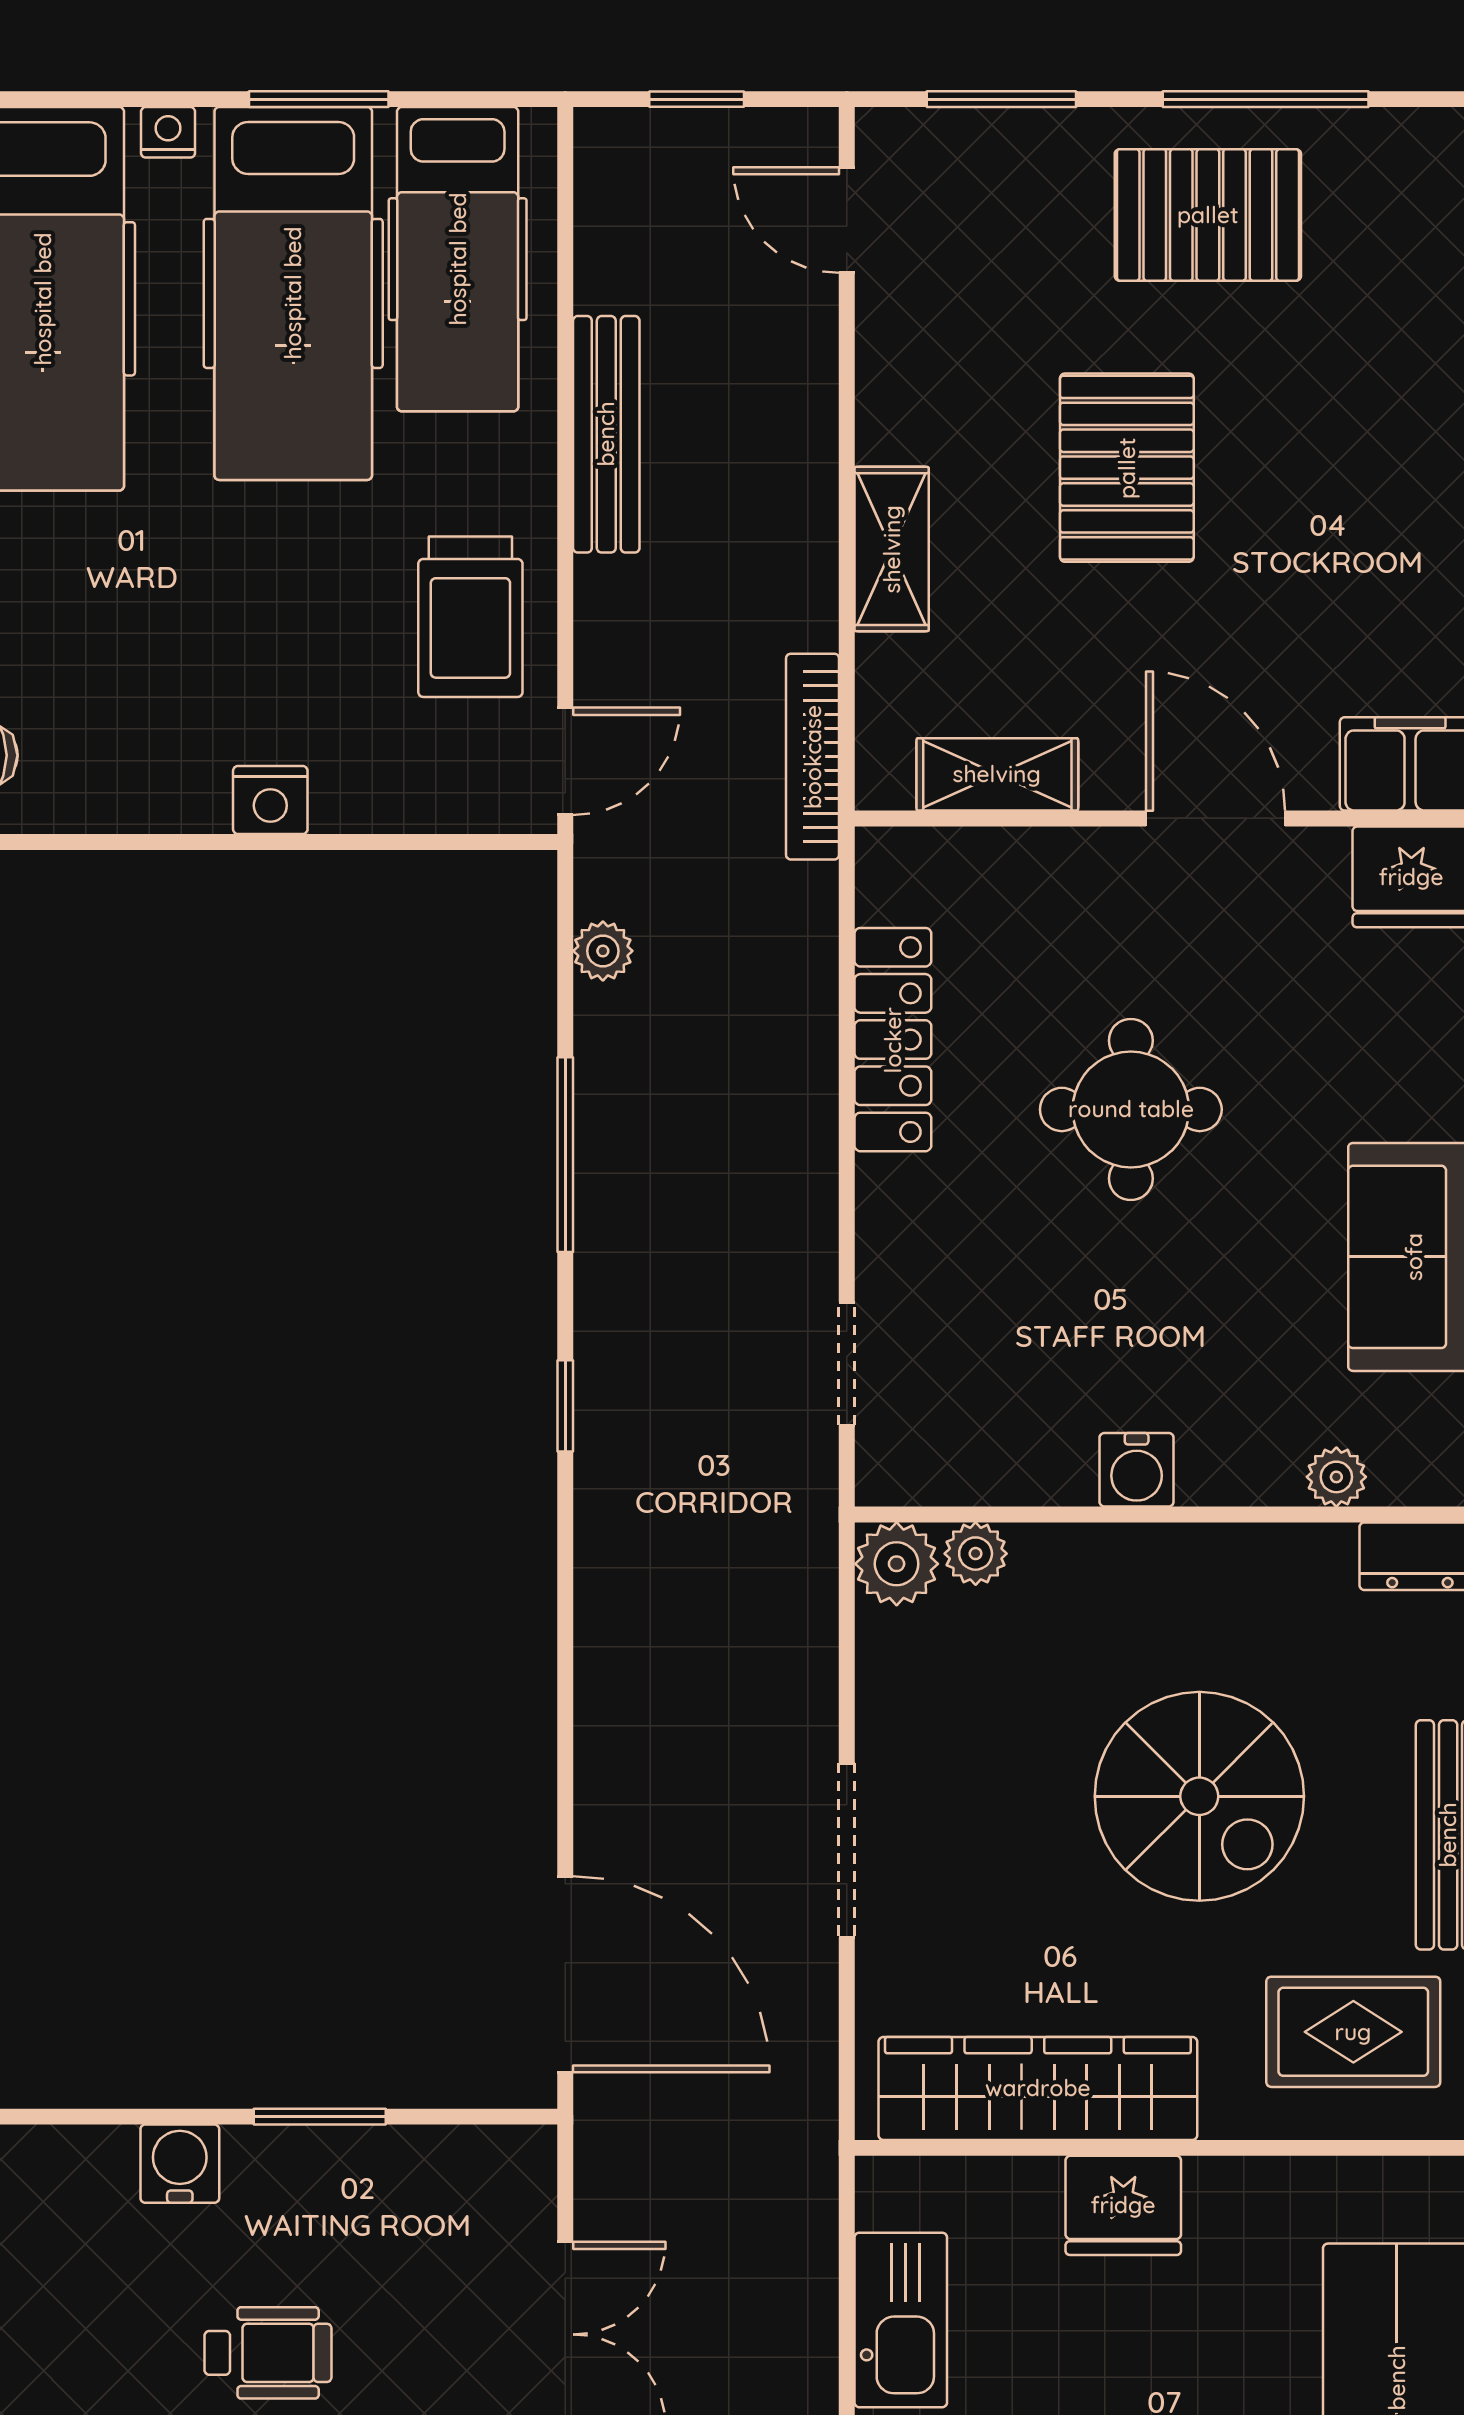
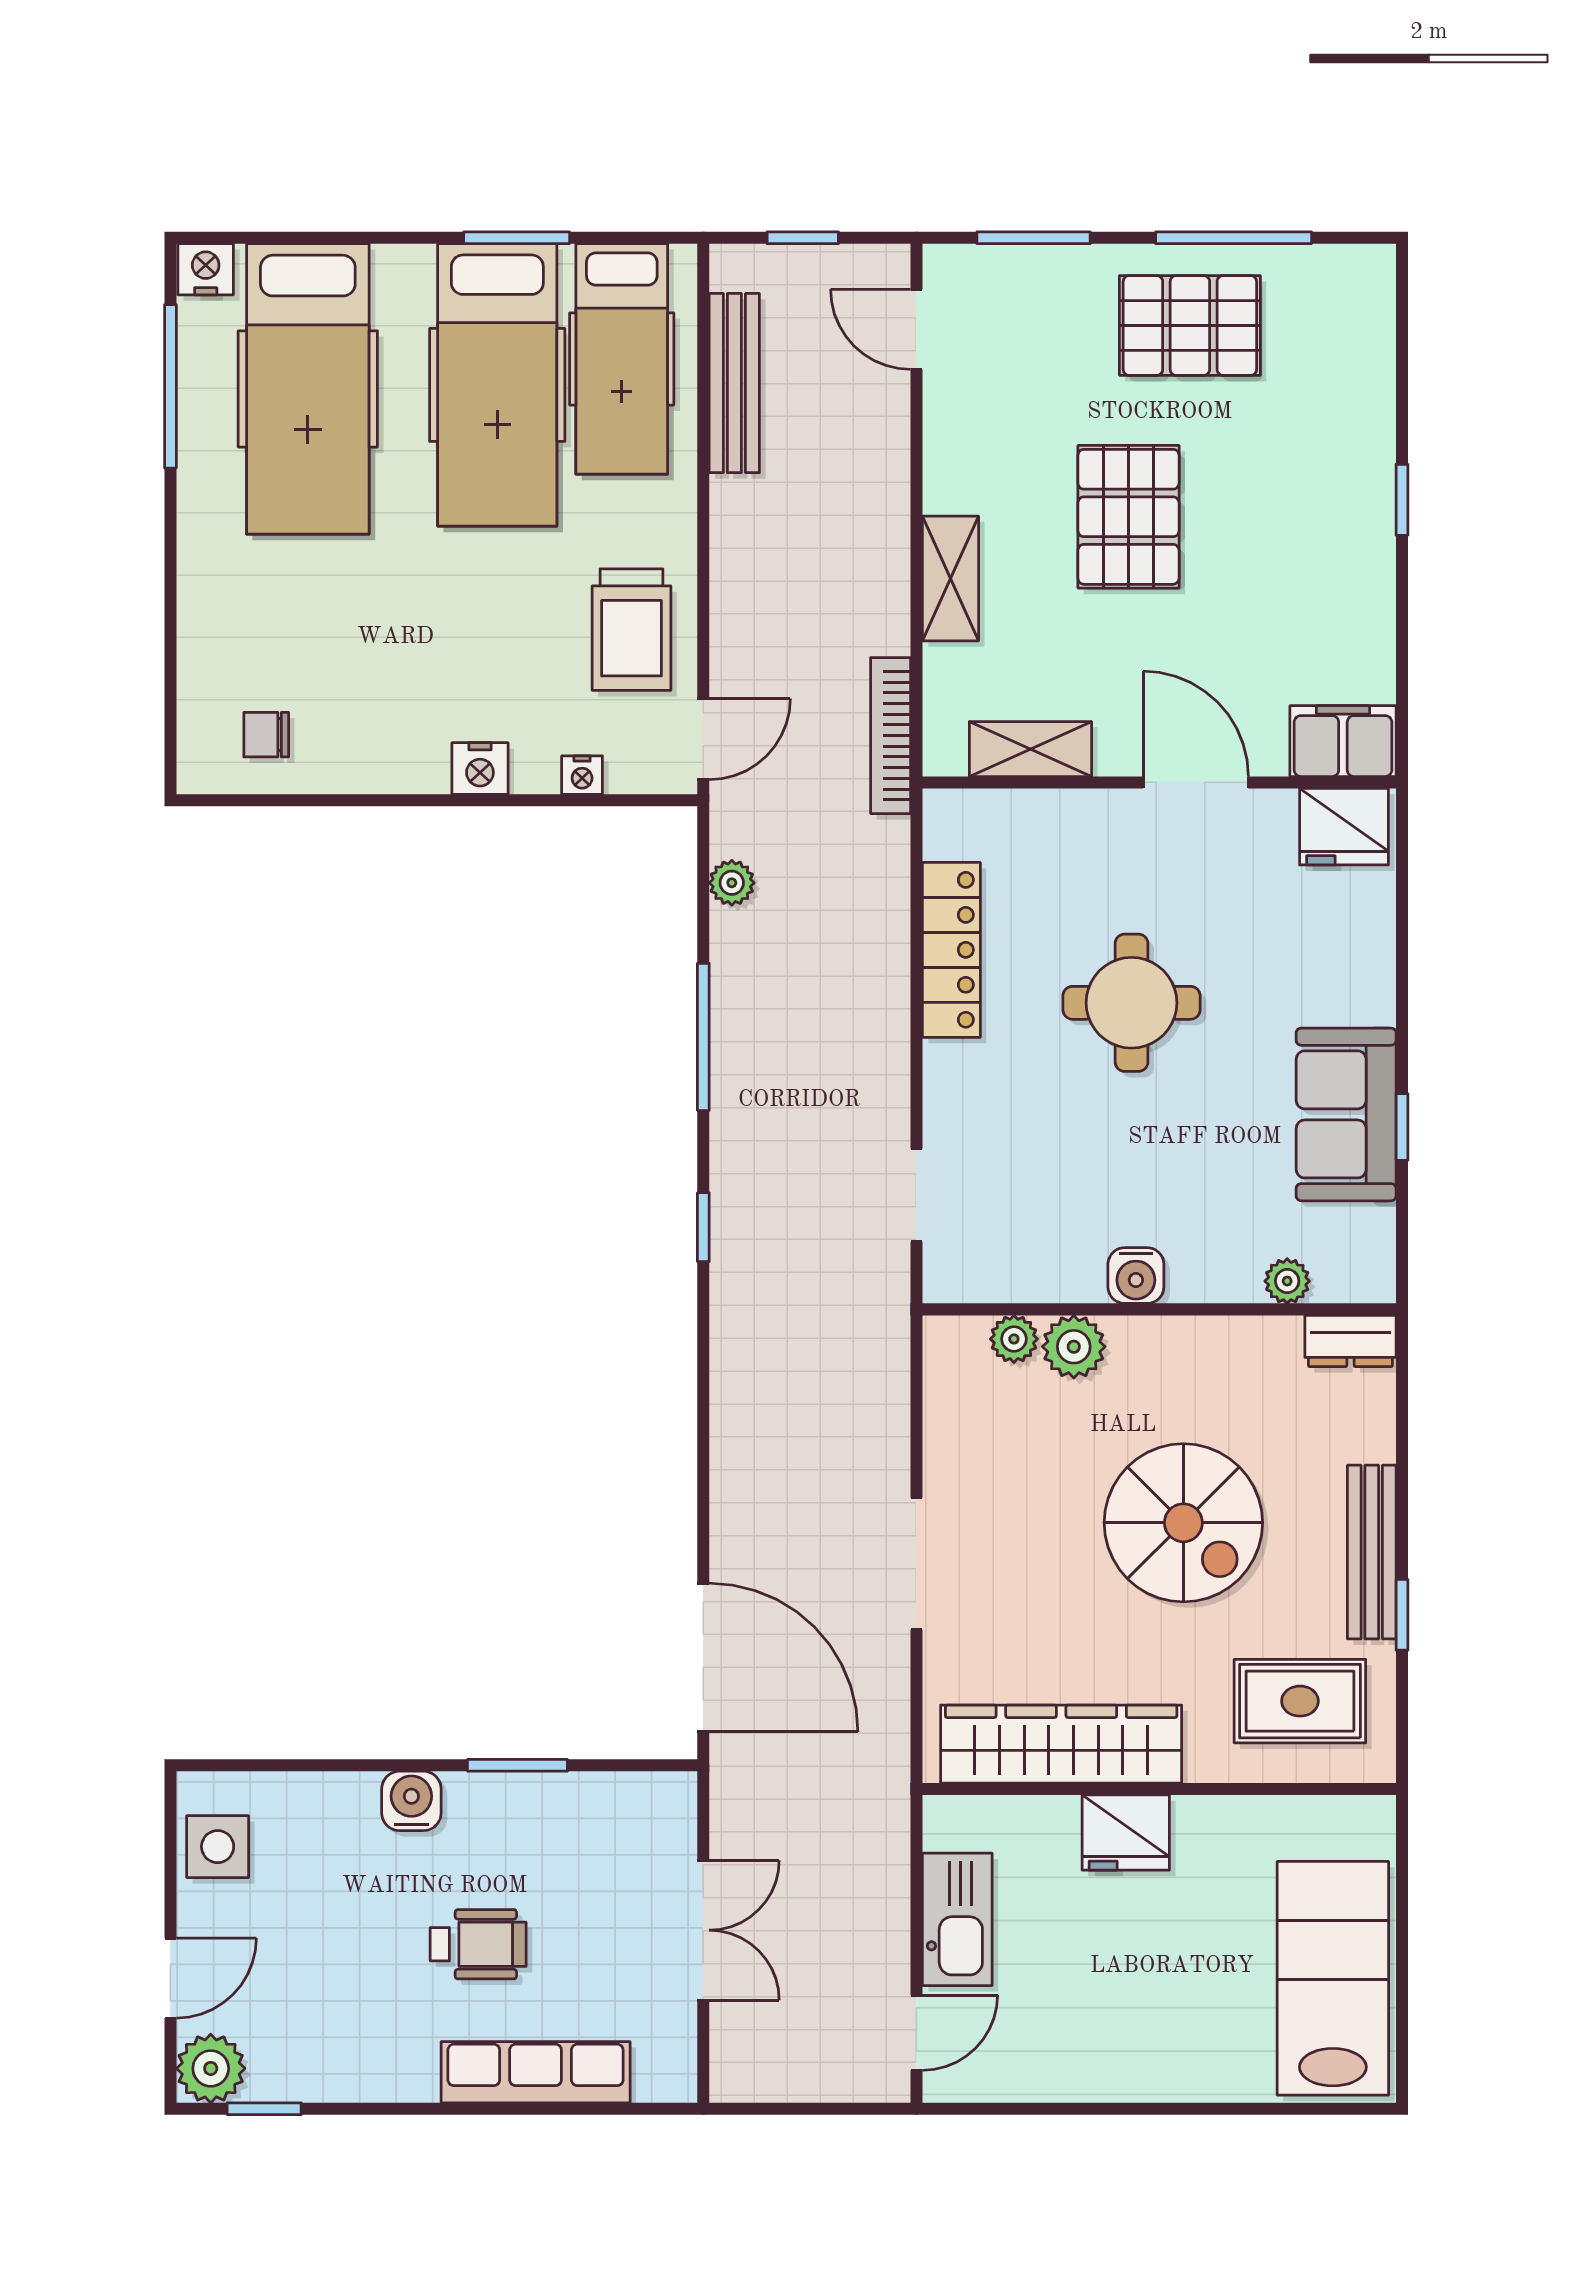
nightstand: (168, 132) -> (582, 775), moved, turned 180
bench: (606, 434) -> (734, 383), moved
plant: (897, 1564) -> (1074, 1347), moved

